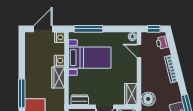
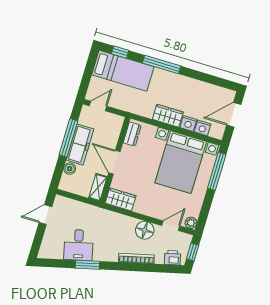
door: (43, 29) -> (234, 115), swing flipped
nightstand: (60, 37) -> (203, 128), moved
bed with nightstands: (90, 58) -> (181, 162), width x1.36
floor lamp: (148, 99) -> (145, 230), moved

